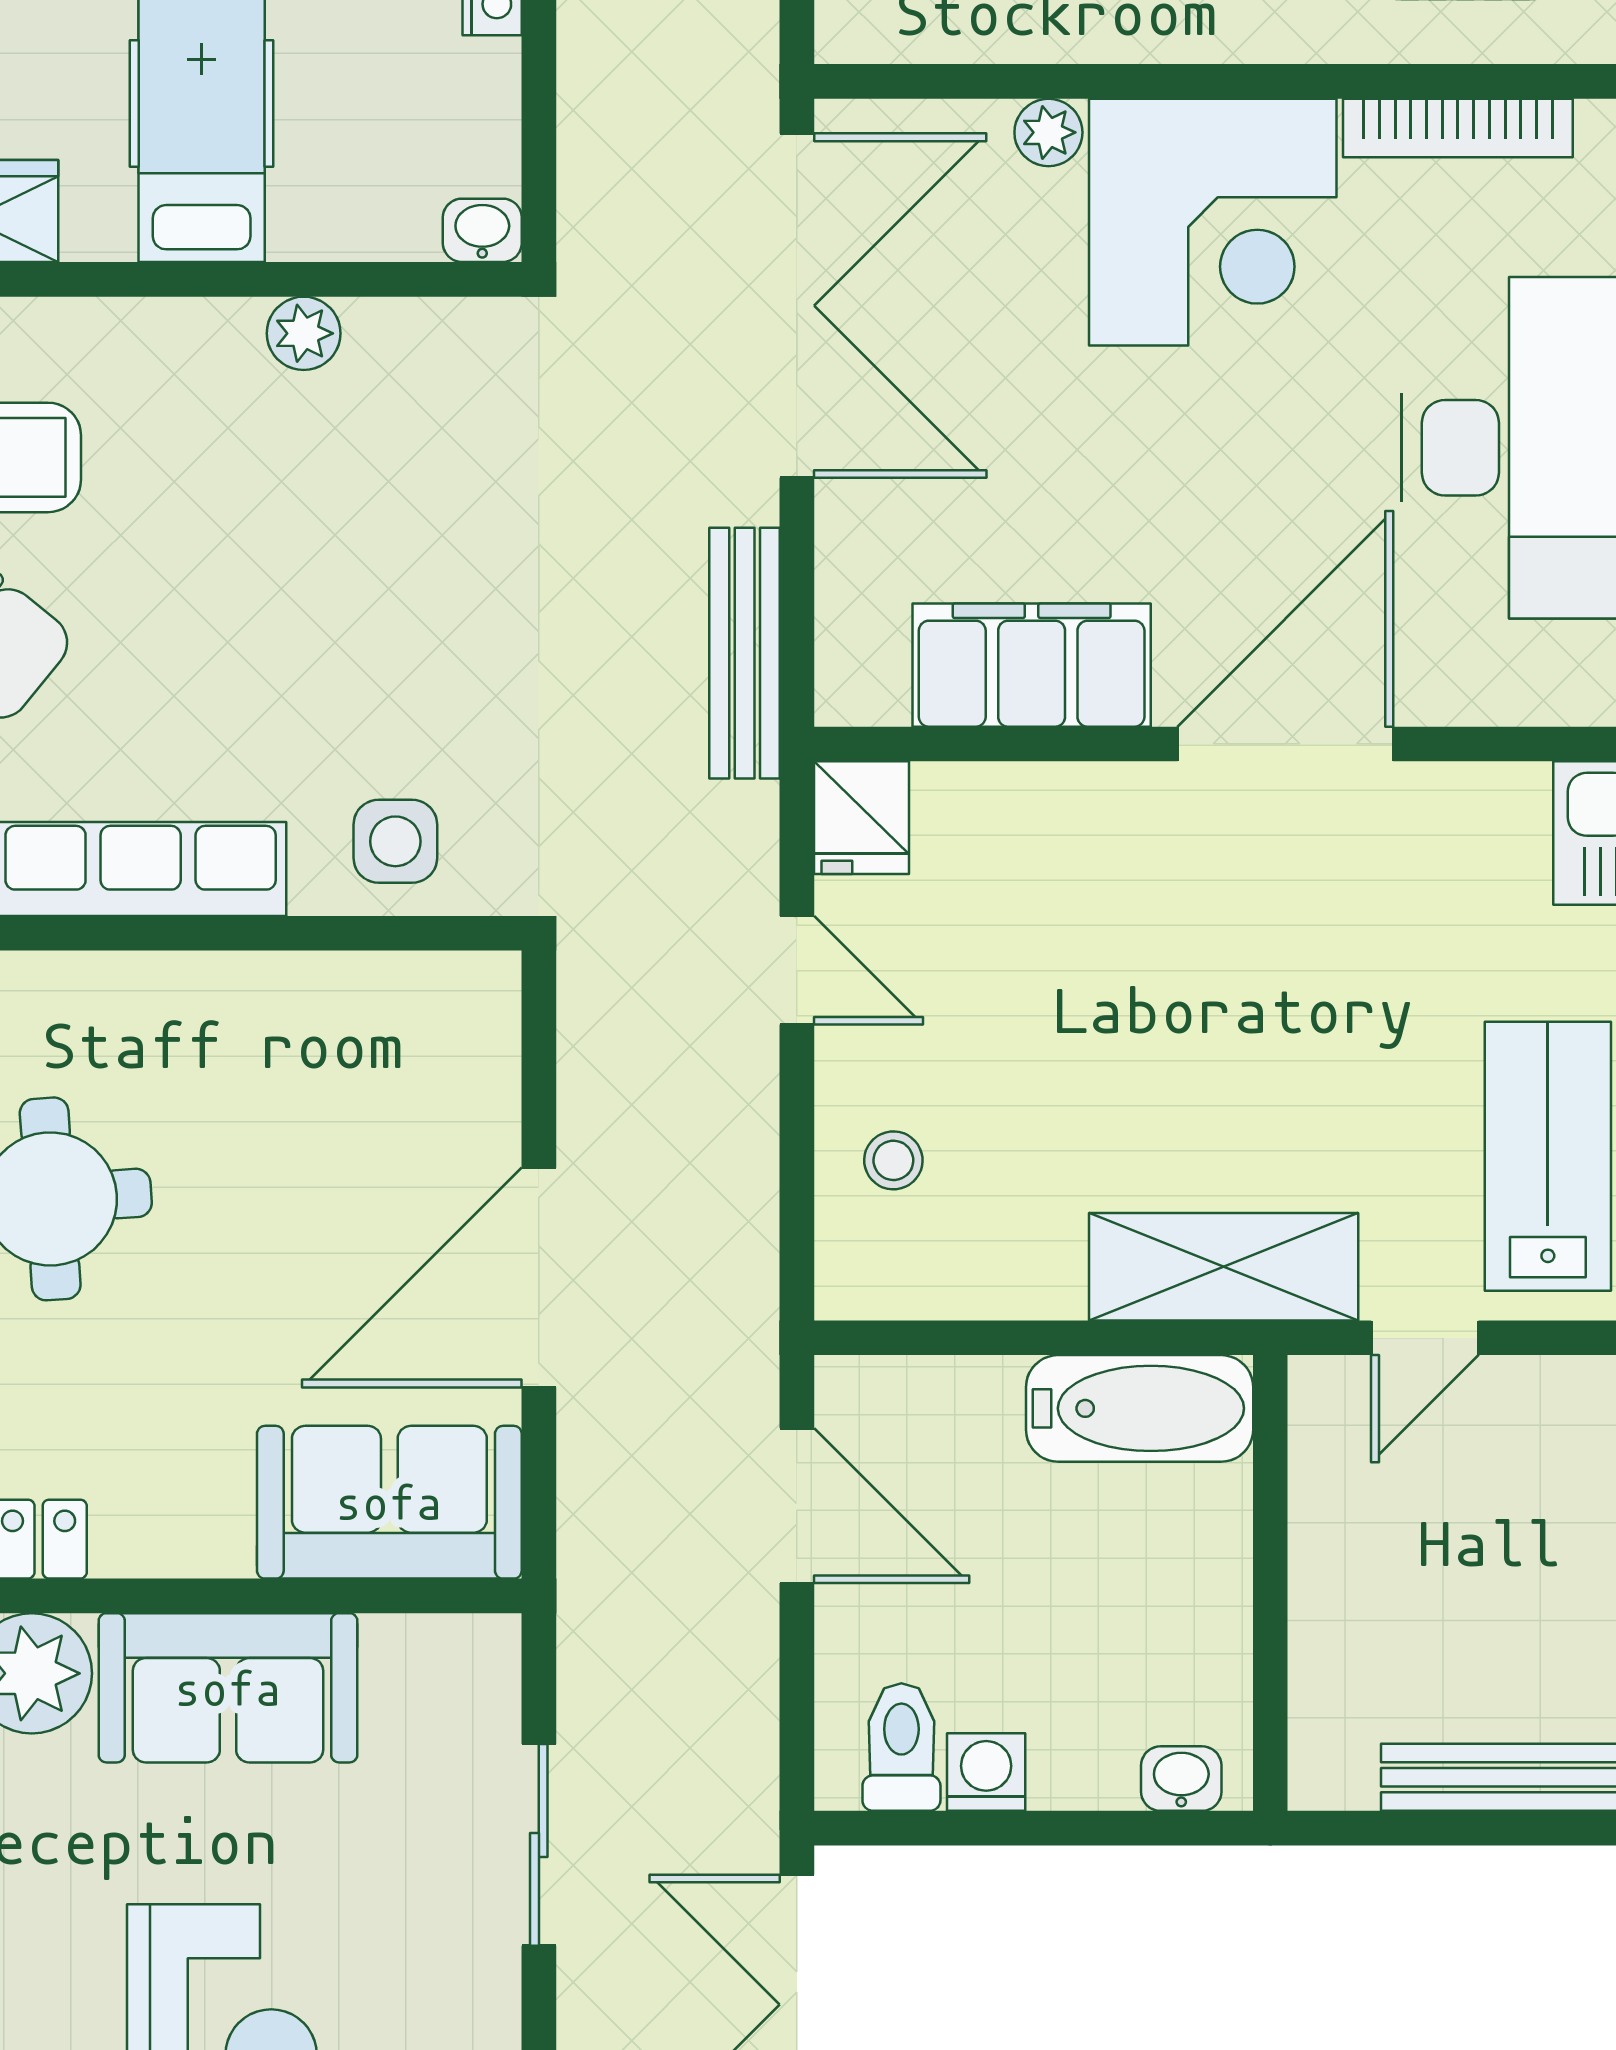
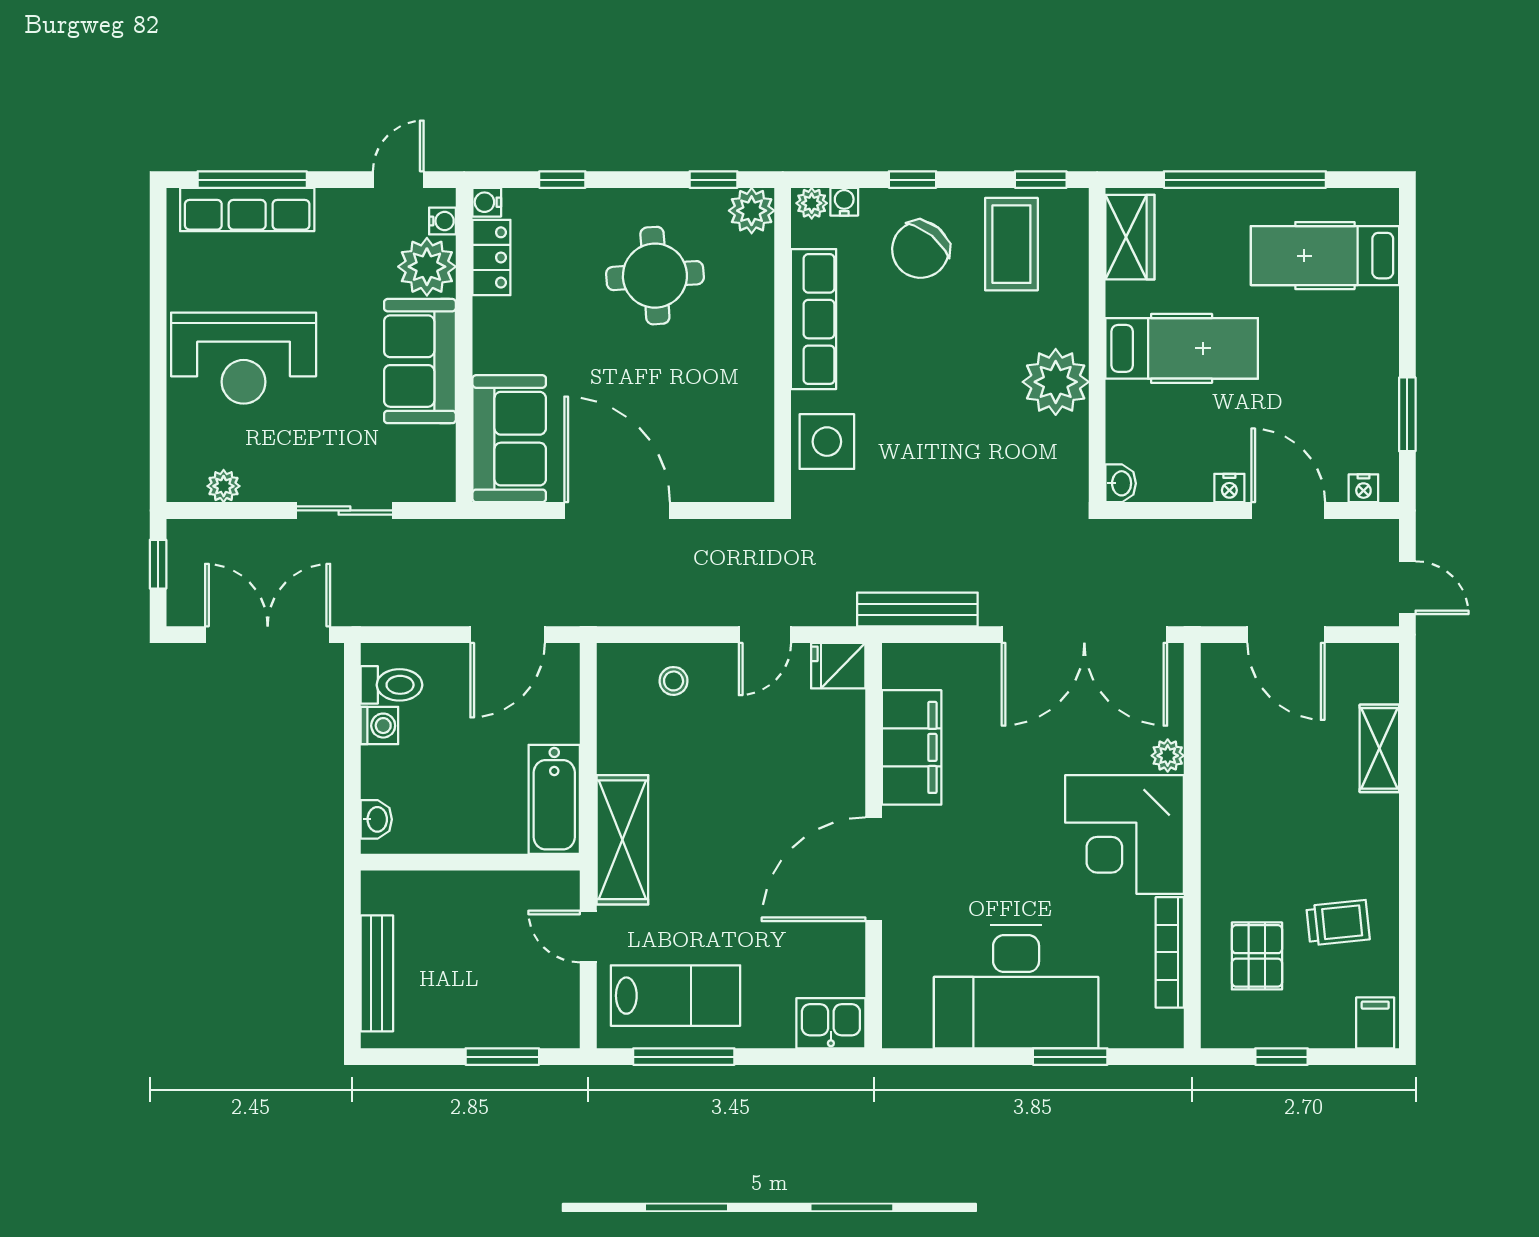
plant: (304, 333) -> (1056, 382), width x1.88, depth x1.88
door: (1285, 744) -> (874, 869), swing flipped
side table: (395, 841) -> (827, 442), width x1.37, depth x1.37

